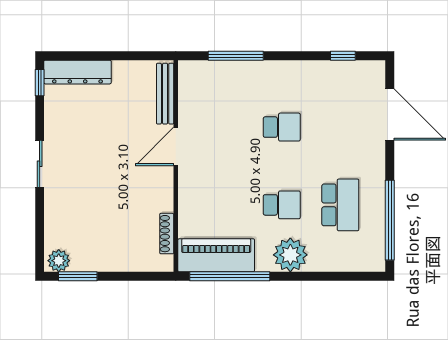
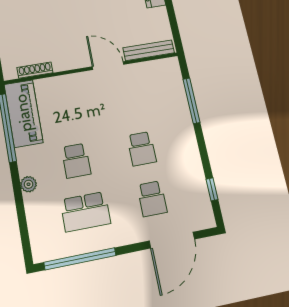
school desk: (340, 127) -> (152, 199), added
plant: (290, 255) -> (29, 184), width x0.53, depth x0.53

